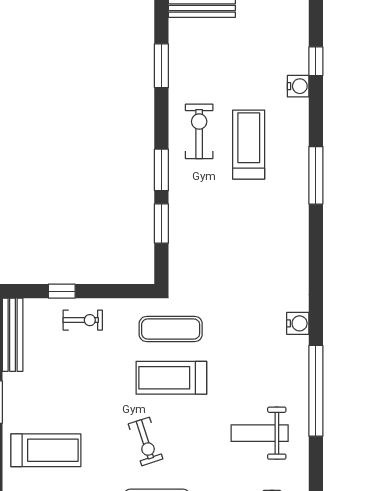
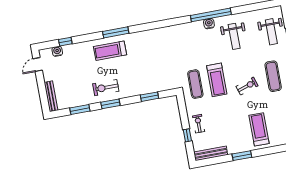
water cooler: (298, 86) -> (57, 51), moved
treadmill: (249, 145) -> (110, 51), moved
window: (161, 170) -> (110, 104), moved
water cooler: (298, 323) -> (209, 24), moved

